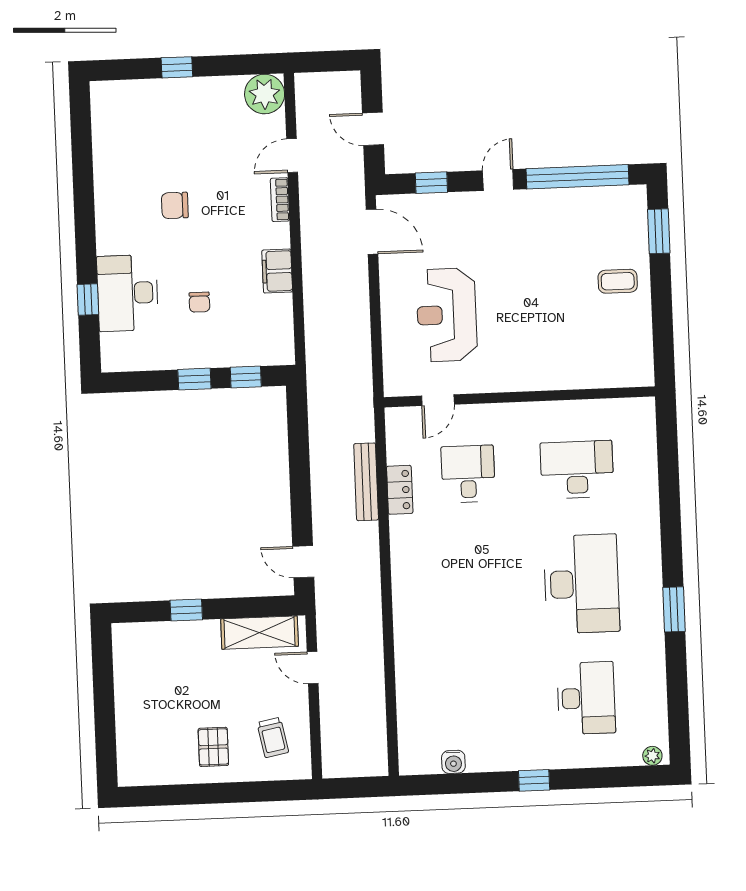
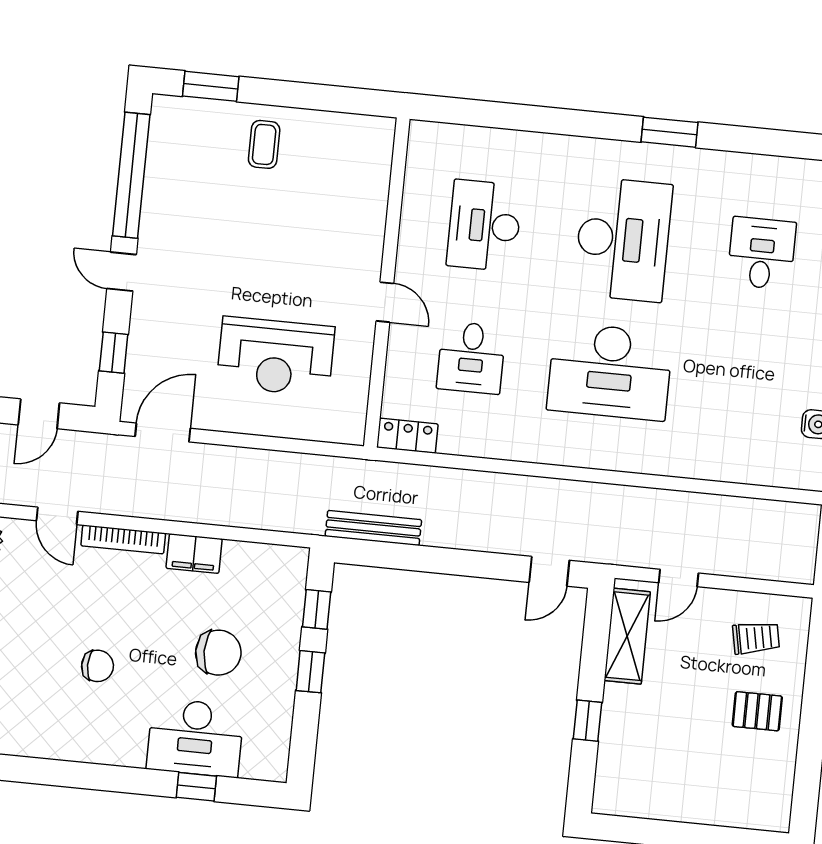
bookcase: (280, 200) -> (123, 539), width x1.56
chair: (175, 205) -> (97, 666), turned -90
chair: (199, 302) -> (218, 653), width x1.87, depth x1.87
door: (438, 400) -> (385, 302), moved
desk: (468, 474) -> (471, 358), turned -90
bench: (366, 482) -> (373, 528), moved
locker: (400, 490) -> (407, 436), moved
desk: (582, 584) -> (623, 239), turned 90
desk: (473, 588) -> (610, 371), added
desk: (586, 698) -> (762, 253), width x0.73

